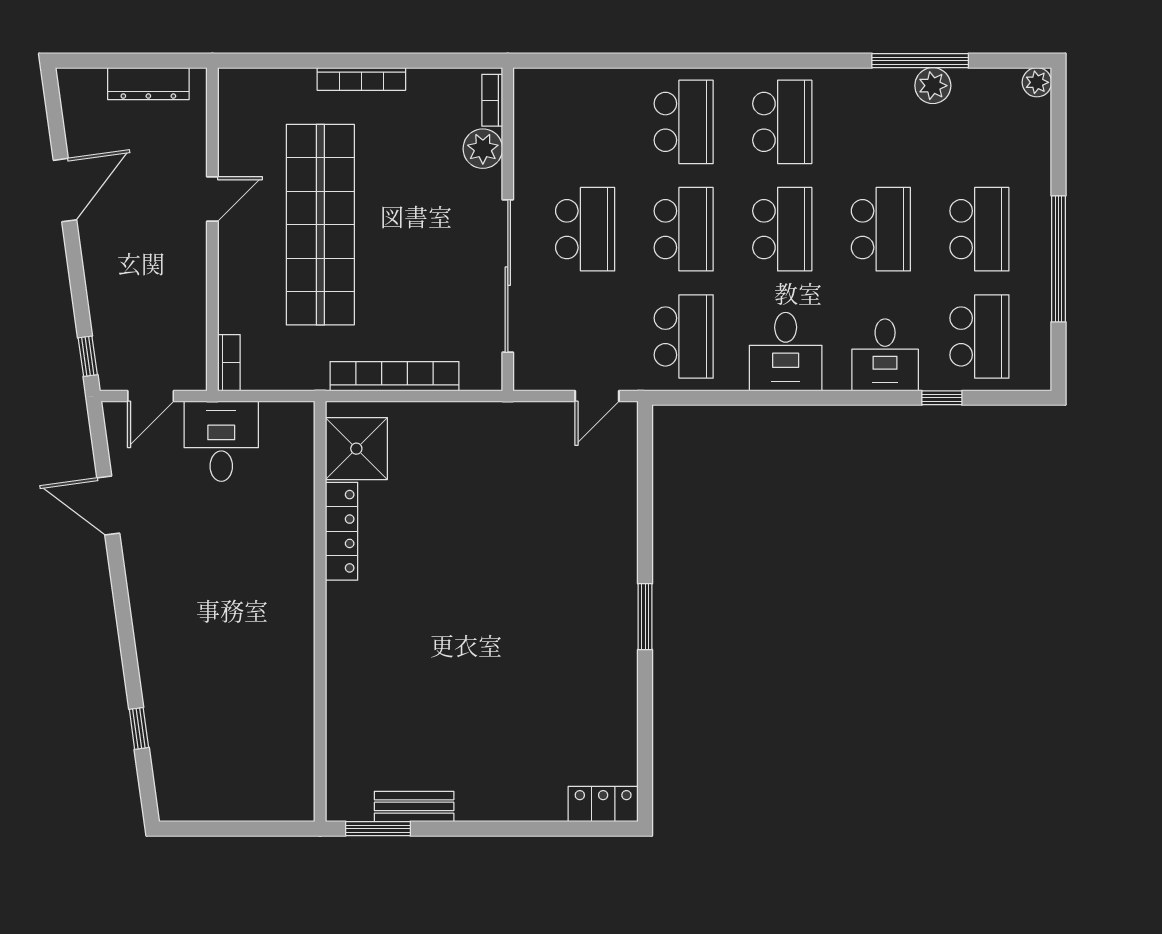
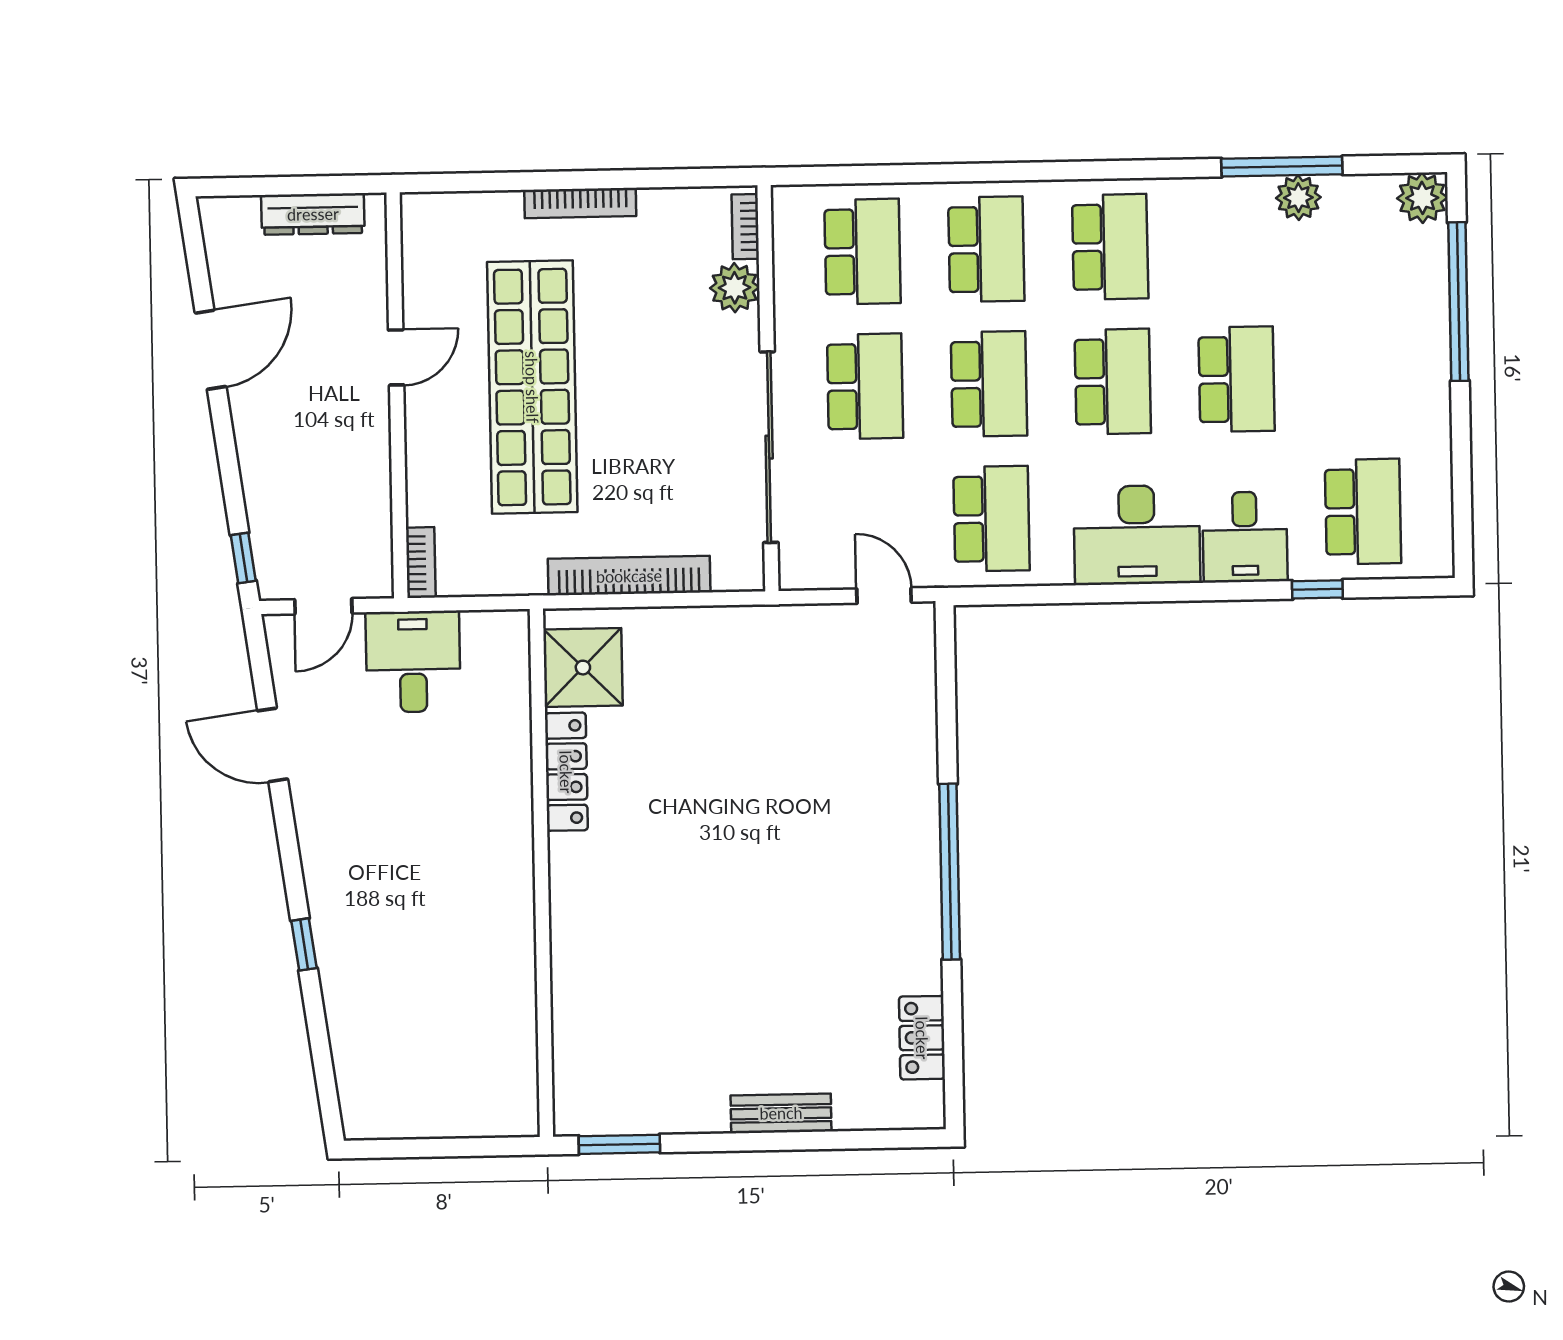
plant: (1037, 82) -> (1422, 198), width x1.38, depth x1.38
school desk: (979, 229) -> (862, 252), moved
window: (1059, 259) -> (1458, 302), moved
desk: (786, 352) -> (1137, 535), width x1.37
door: (597, 396) -> (884, 596), swing flipped
window: (645, 617) -> (950, 872), width x2.11
window: (139, 728) -> (304, 944), moved
locker: (603, 804) -> (922, 1038), moved, turned -90
bench: (414, 806) -> (781, 1113), moved

